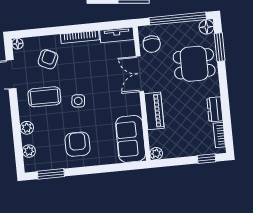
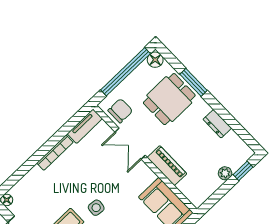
chair: (152, 44) -> (120, 111), turned -90
window: (220, 47) -> (194, 82), moved
armchair: (48, 59) -> (43, 193), removed
bookcase: (219, 135) -> (238, 142), removed
plant: (156, 154) -> (225, 173), moved

